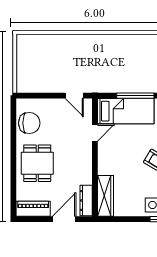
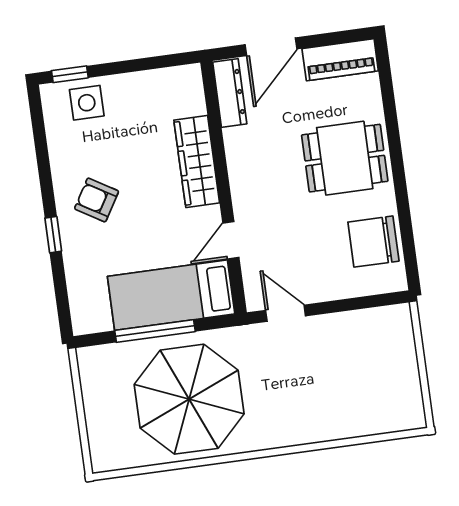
parasol: (124, 62) -> (189, 399), added
dining table: (37, 163) -> (345, 158), turned 90
wardrobe: (106, 196) -> (197, 161), moved

